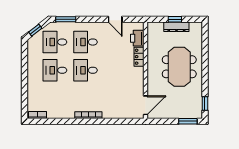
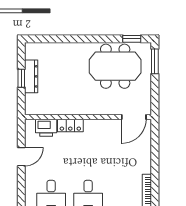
meeting table: (179, 67) -> (115, 66), moved
door: (146, 105) -> (134, 117), swing flipped

